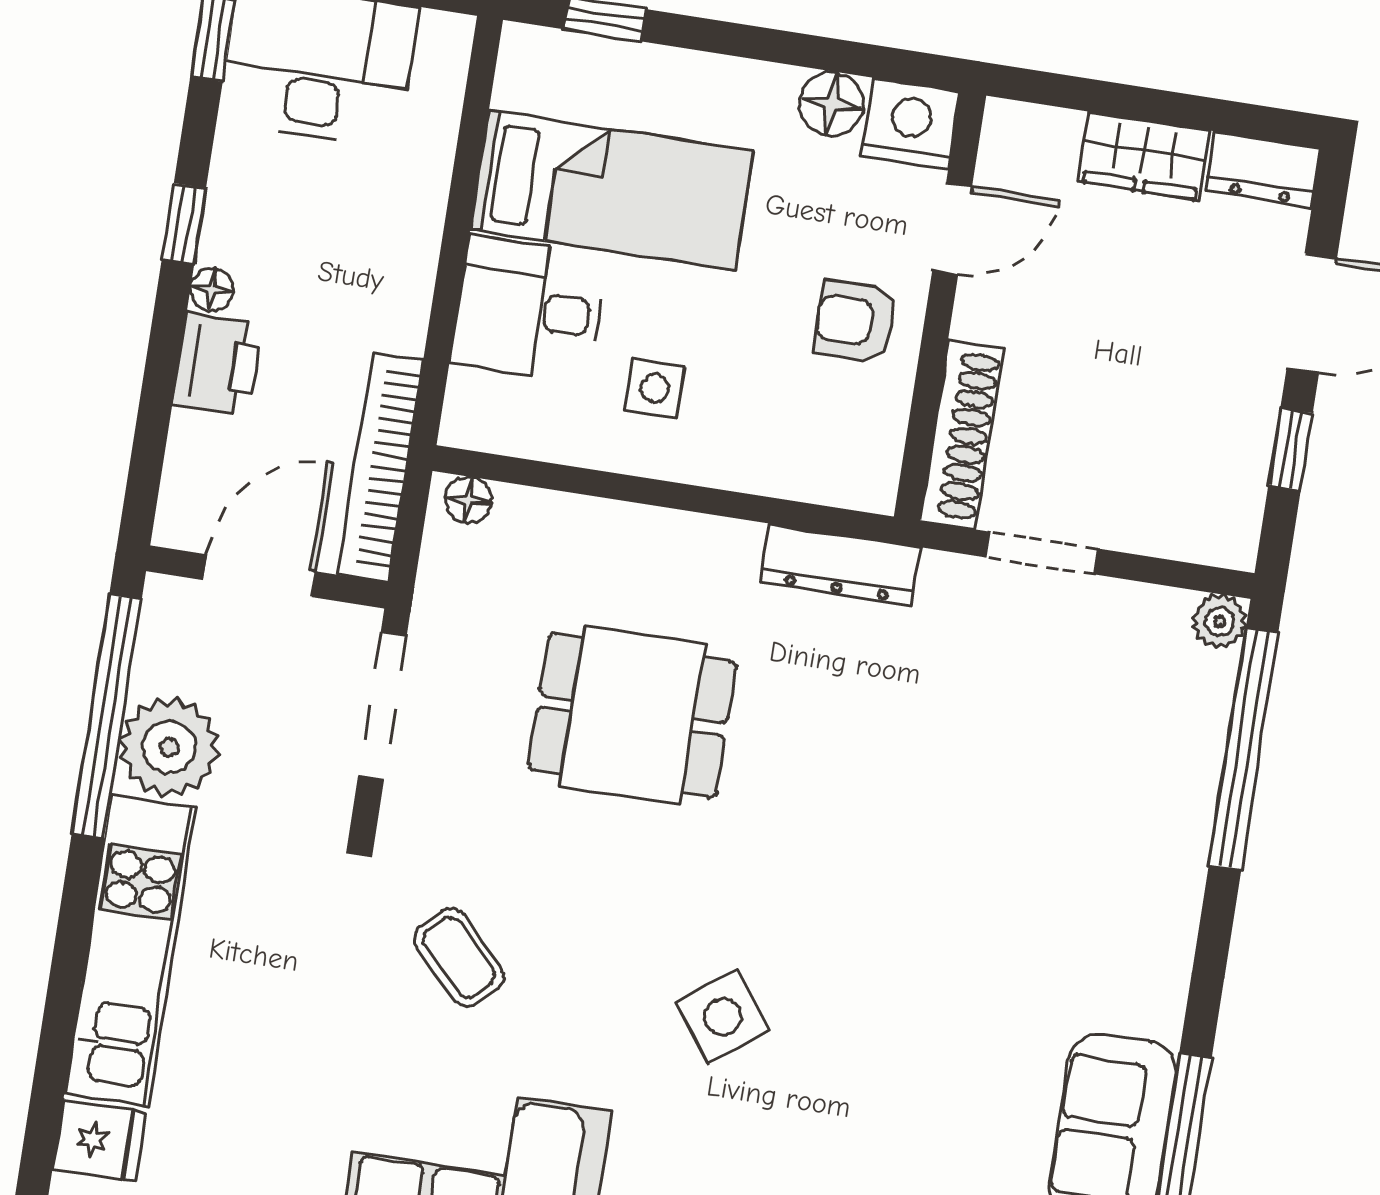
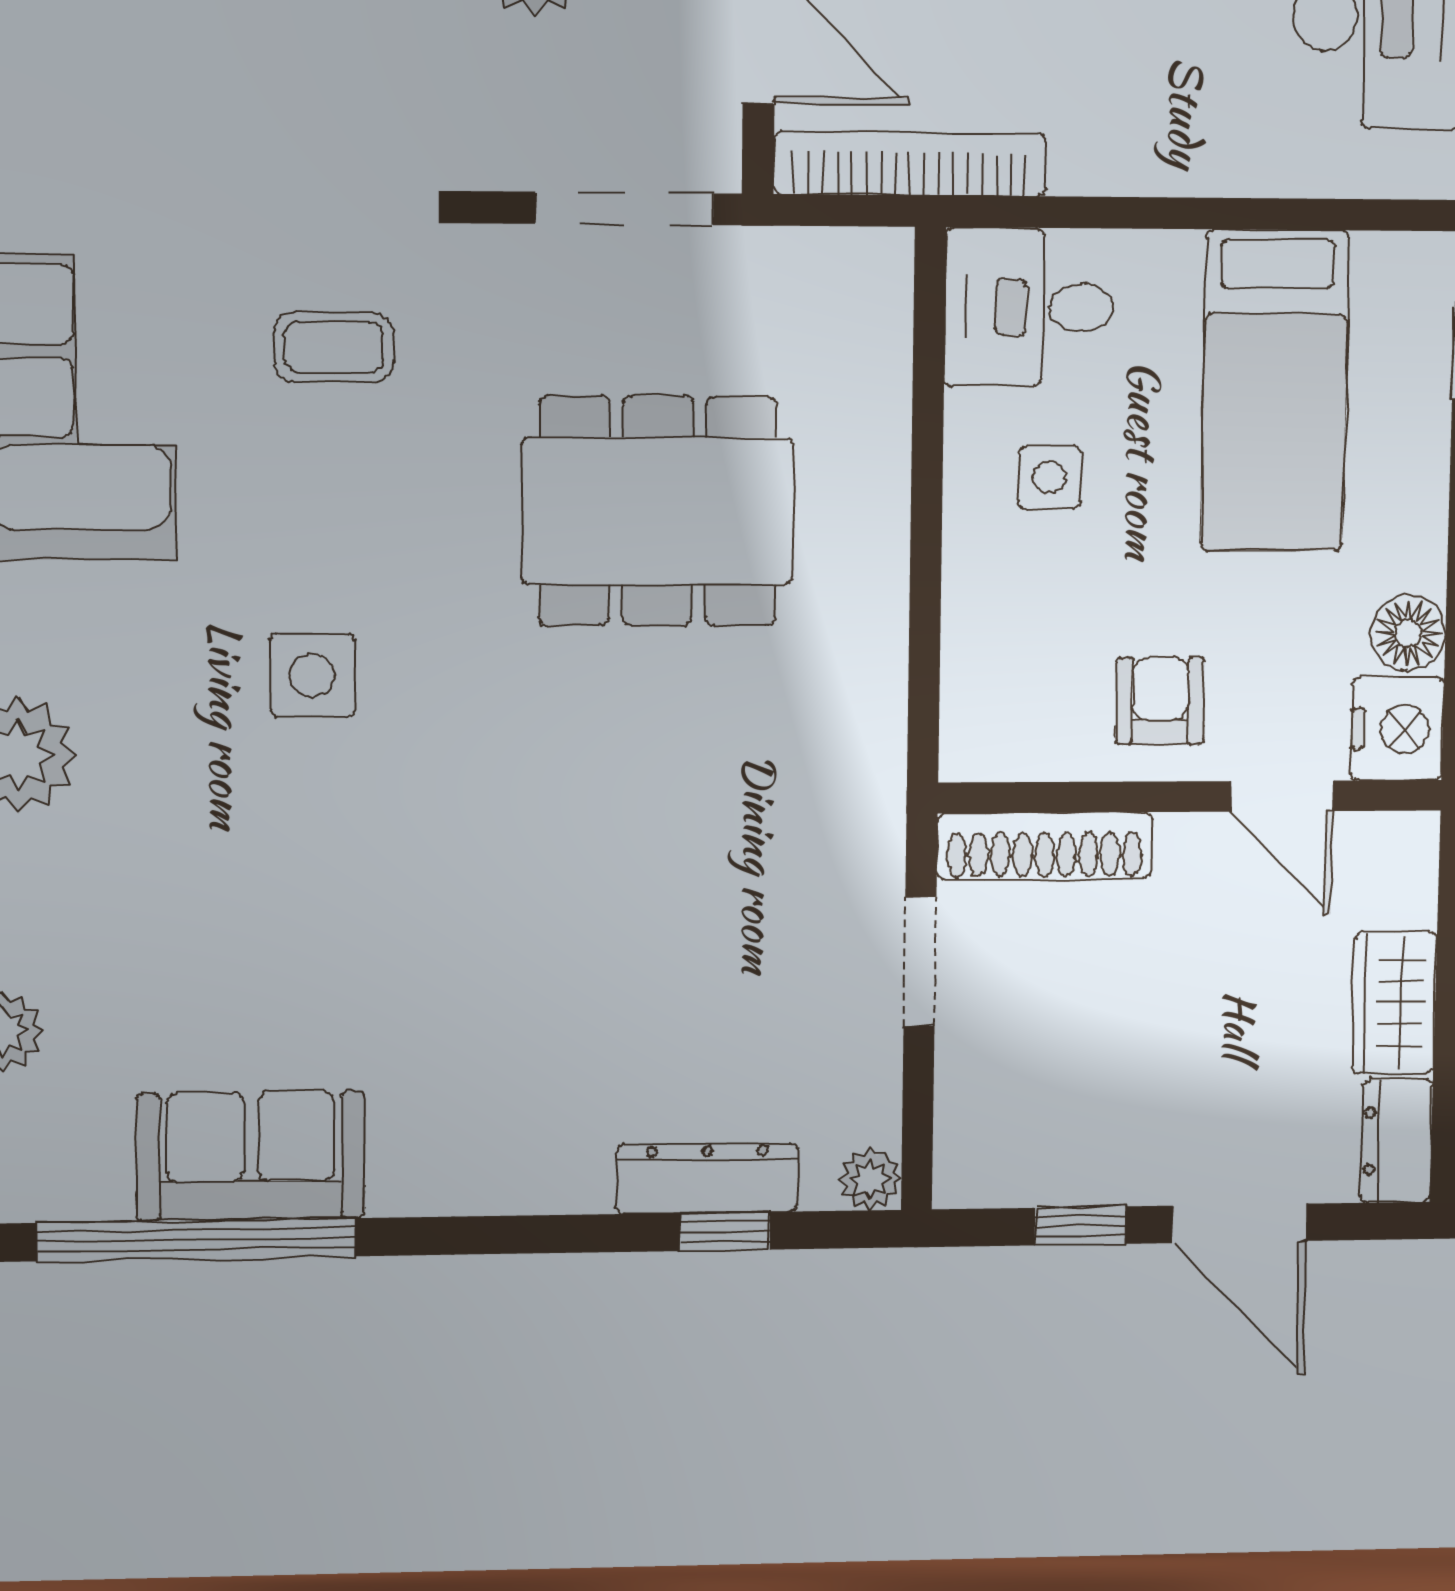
desk: (529, 310) -> (1029, 307), moved, turned -90
floor lamp: (468, 500) -> (886, 276), removed
dresser: (840, 565) -> (707, 1178), moved, turned 90
dining table: (632, 715) -> (658, 511), width x1.38
window: (1244, 749) -> (725, 1231), width x0.32
coffee table: (459, 957) -> (334, 347), turned 44
side table: (723, 1017) -> (312, 675), turned 37

